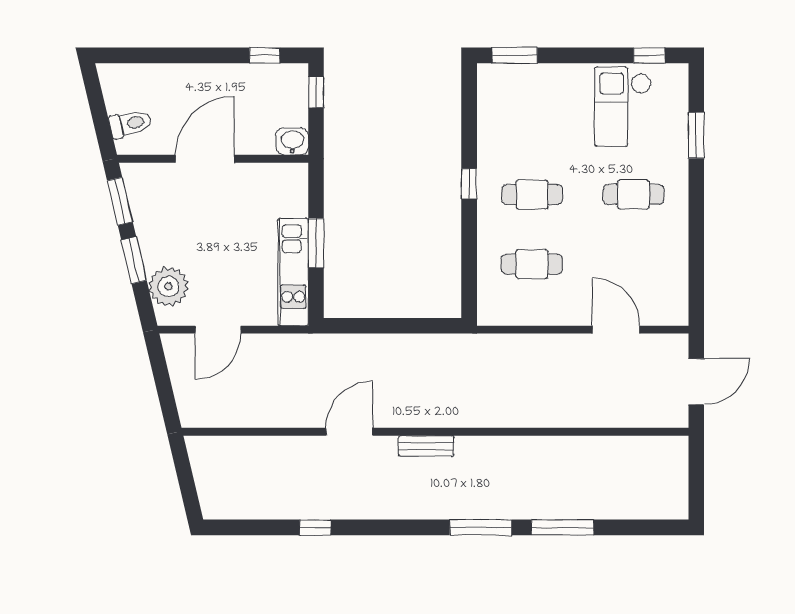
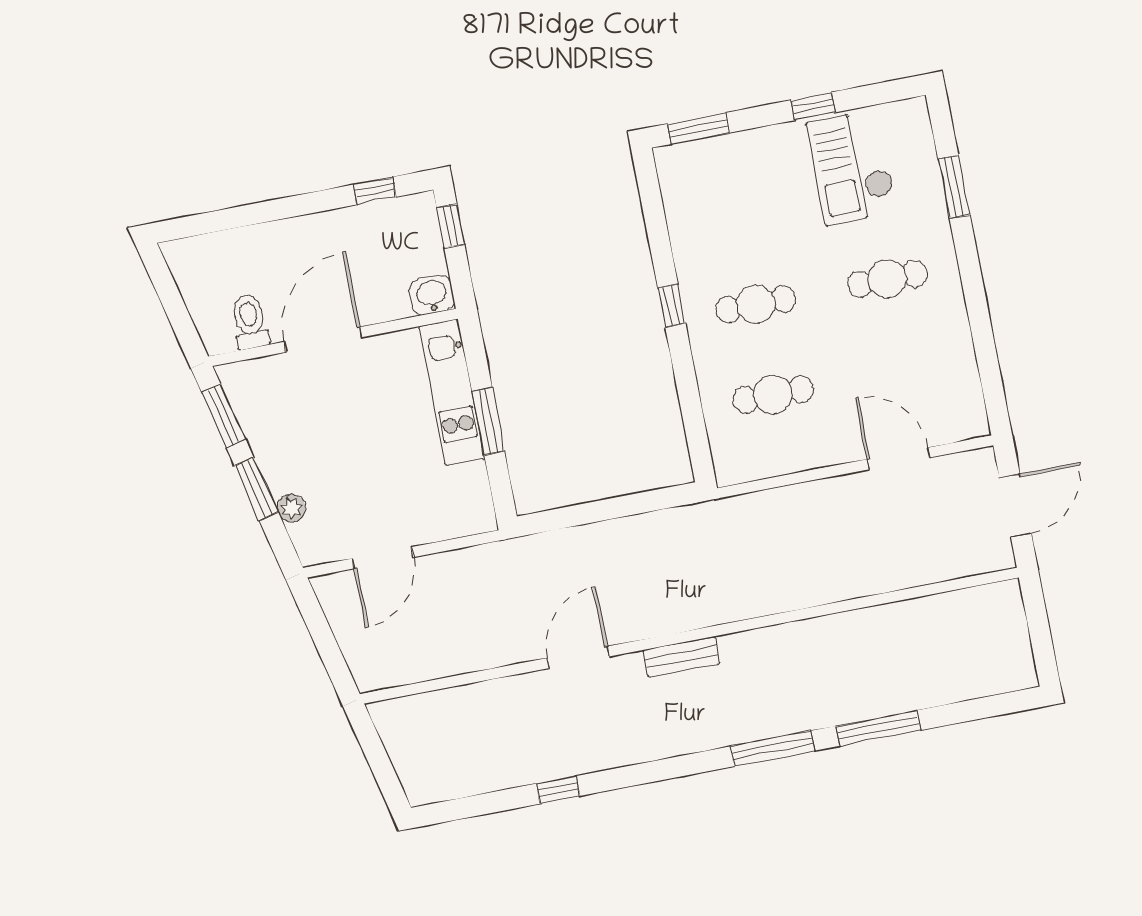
window: (649, 55) -> (813, 106), moved
toilet: (130, 124) -> (250, 321), moved, turned -77
kitchen unit: (293, 272) -> (452, 392), moved
plant: (168, 287) -> (291, 508), width x0.53, depth x0.53

